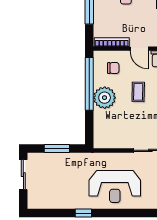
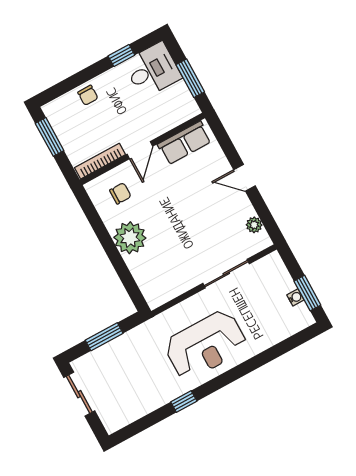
door: (139, 49) -> (140, 150), hinge flipped
window: (89, 84) -> (101, 231), removed
coffee table: (138, 92) -> (169, 207), removed

